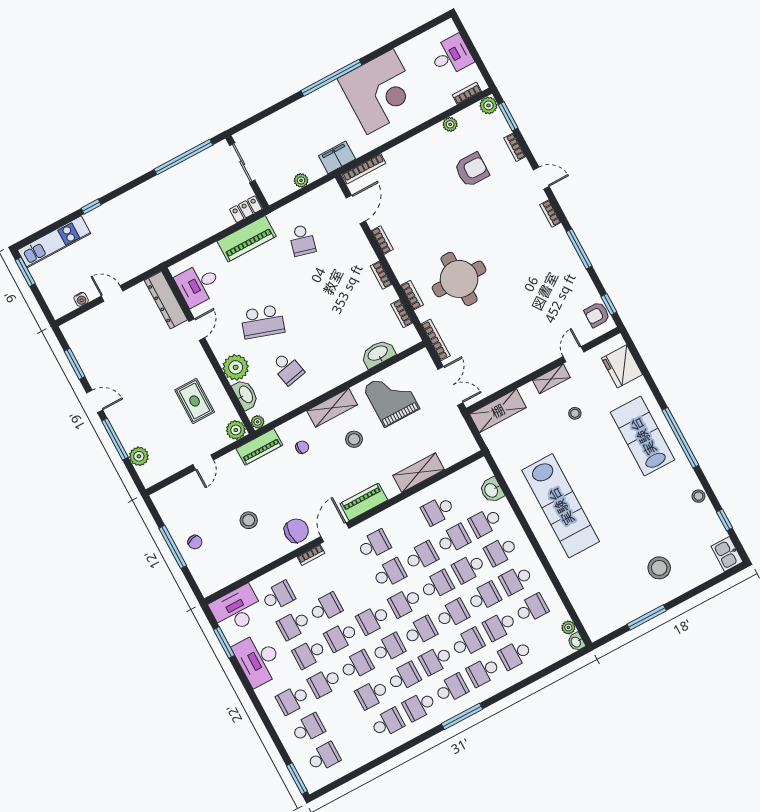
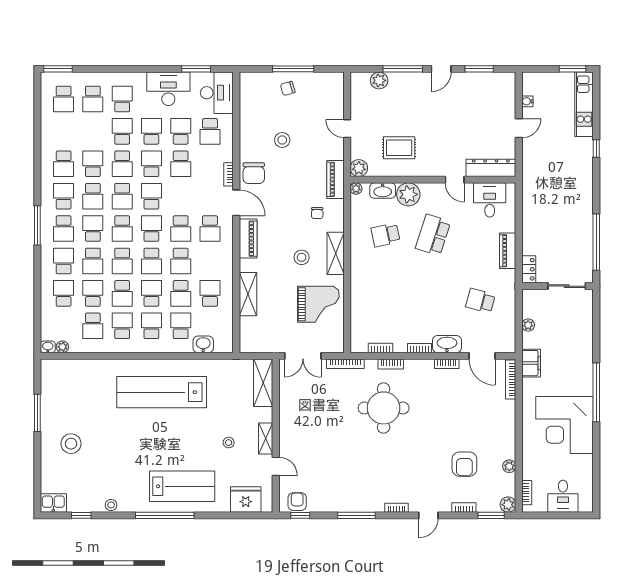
piano: (247, 239) -> (508, 251), width x0.73, depth x0.75
washbasin: (378, 354) -> (447, 344), moved, turned -90

